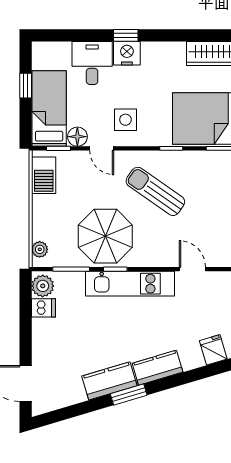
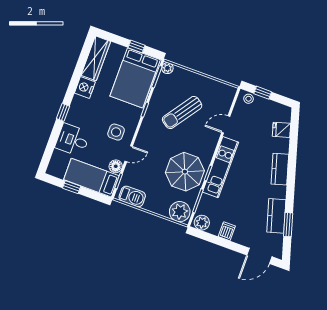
nightstand: (127, 53) -> (85, 87), moved
sun lounger: (155, 191) -> (182, 112), moved
plant: (40, 249) -> (180, 212), width x1.87, depth x1.87
dishwasher: (44, 308) -> (227, 231), moved
kitchen counter: (109, 381) -> (276, 216), moved
window: (129, 395) -> (288, 225), moved

